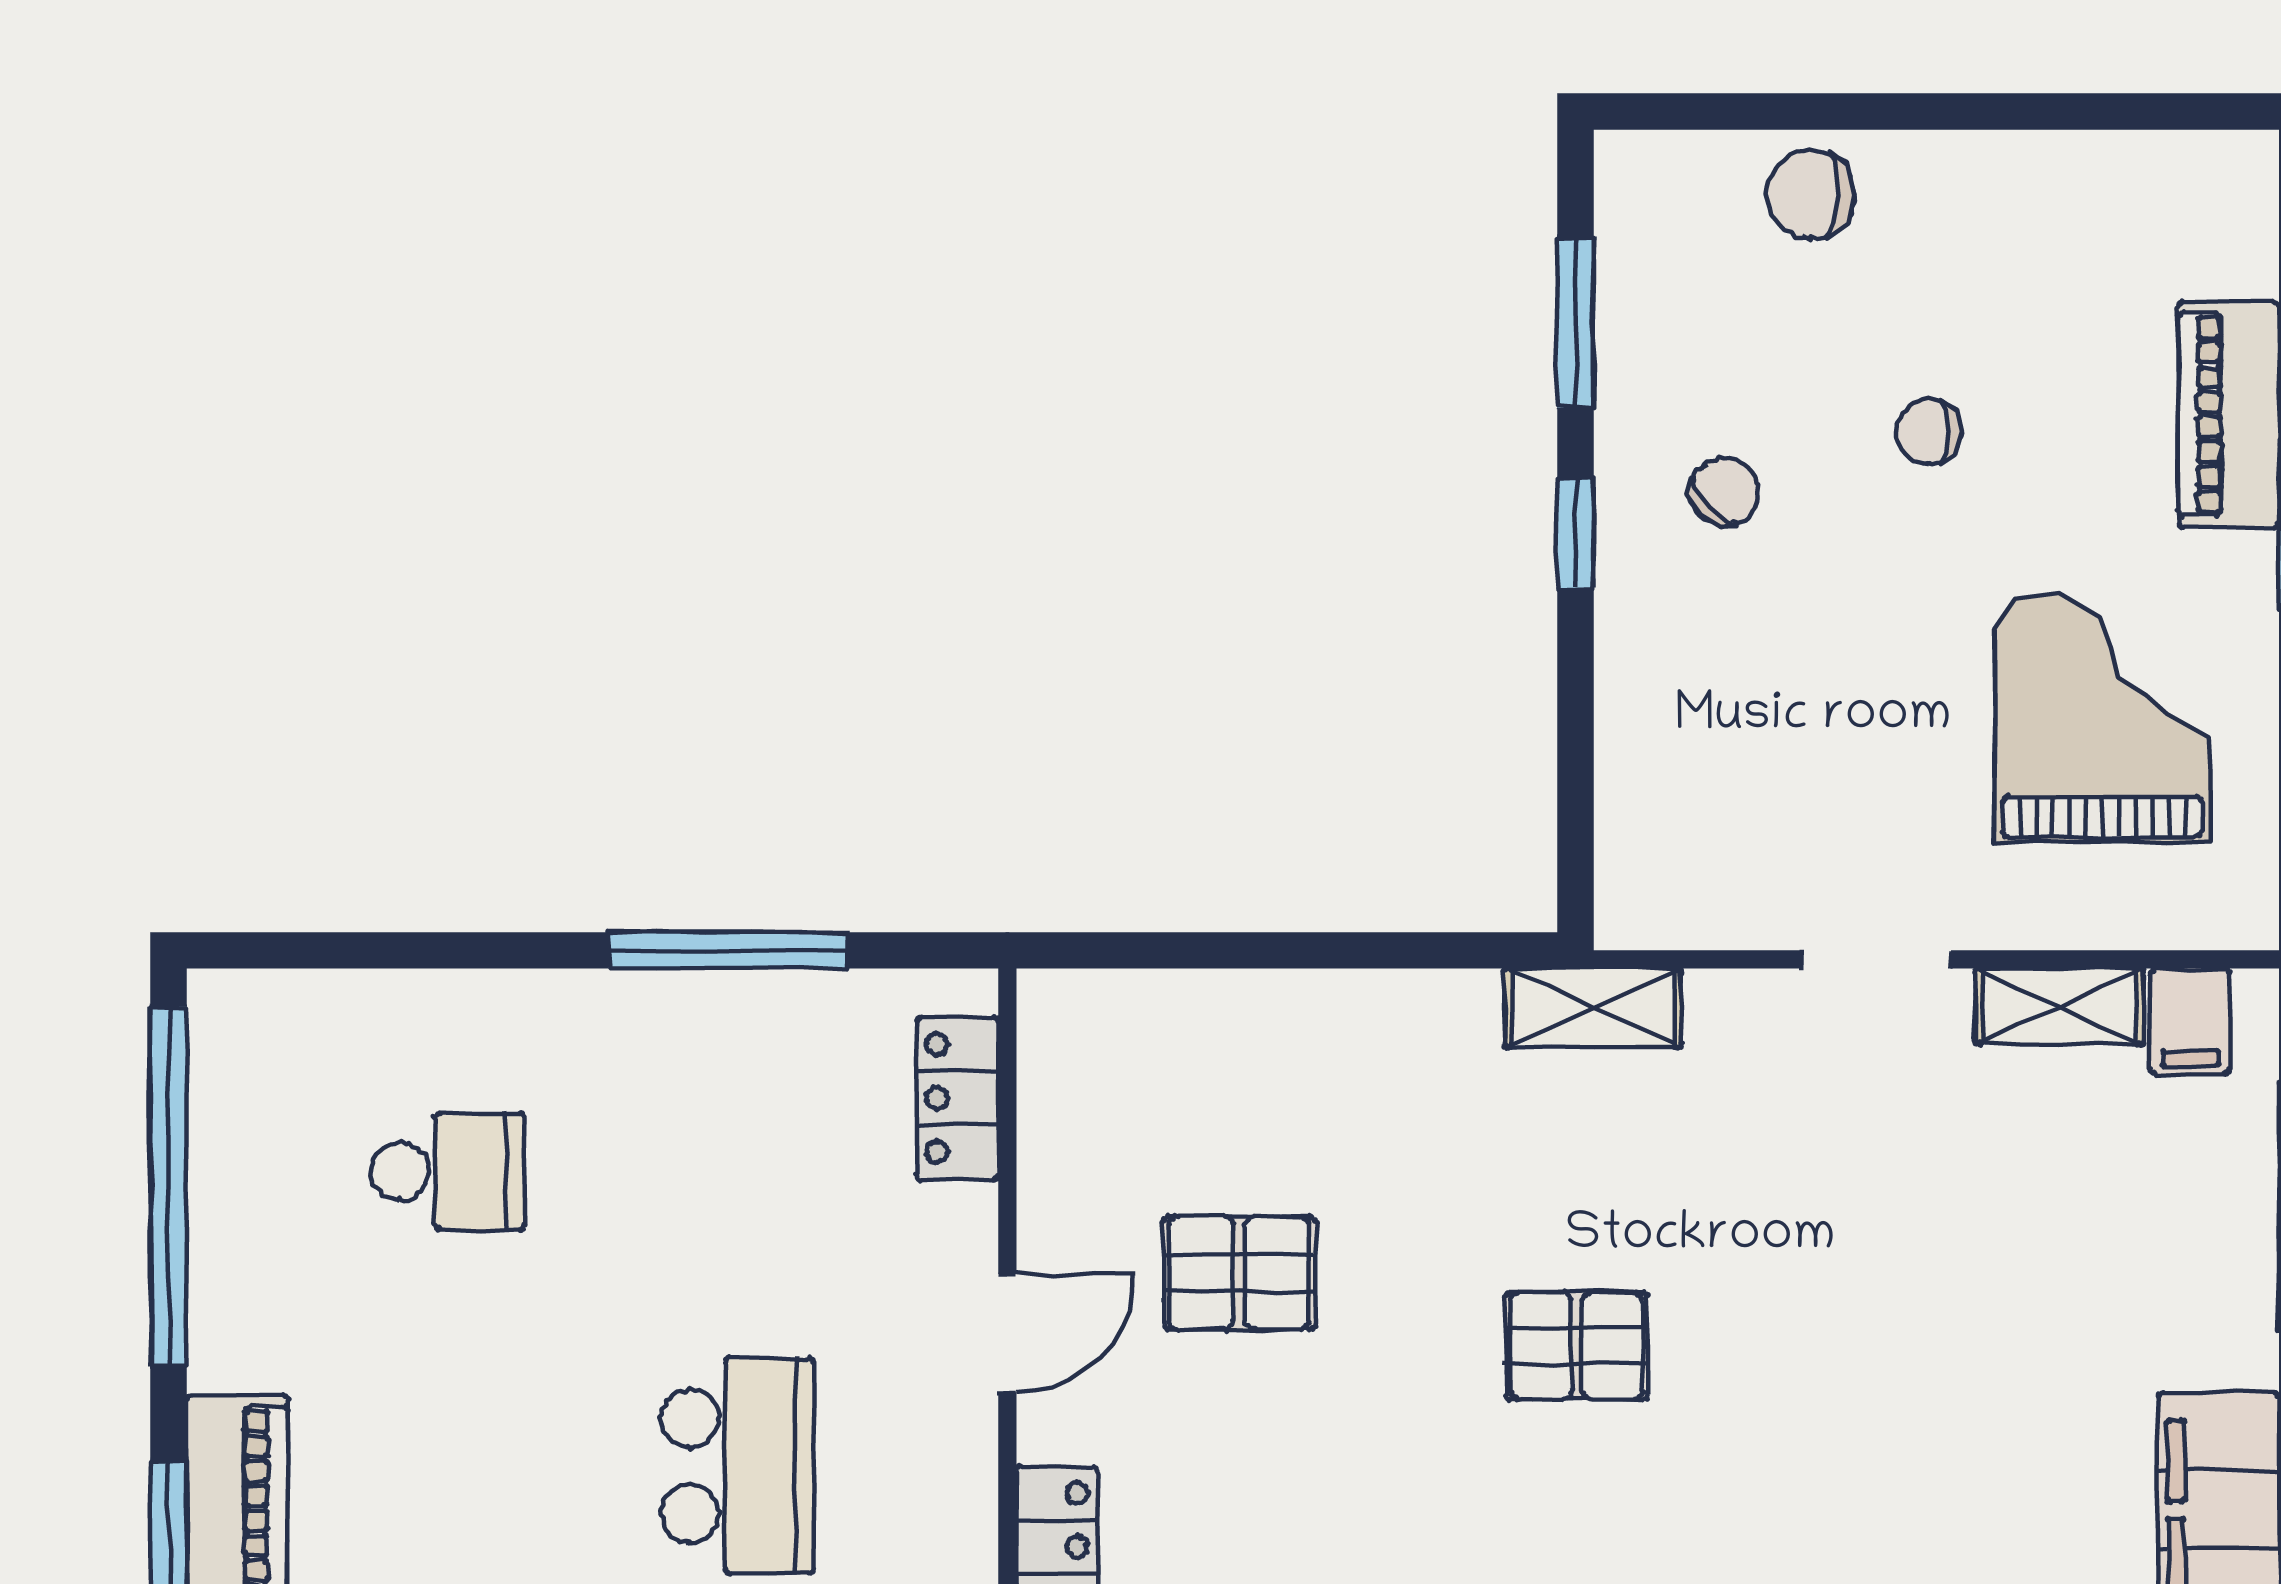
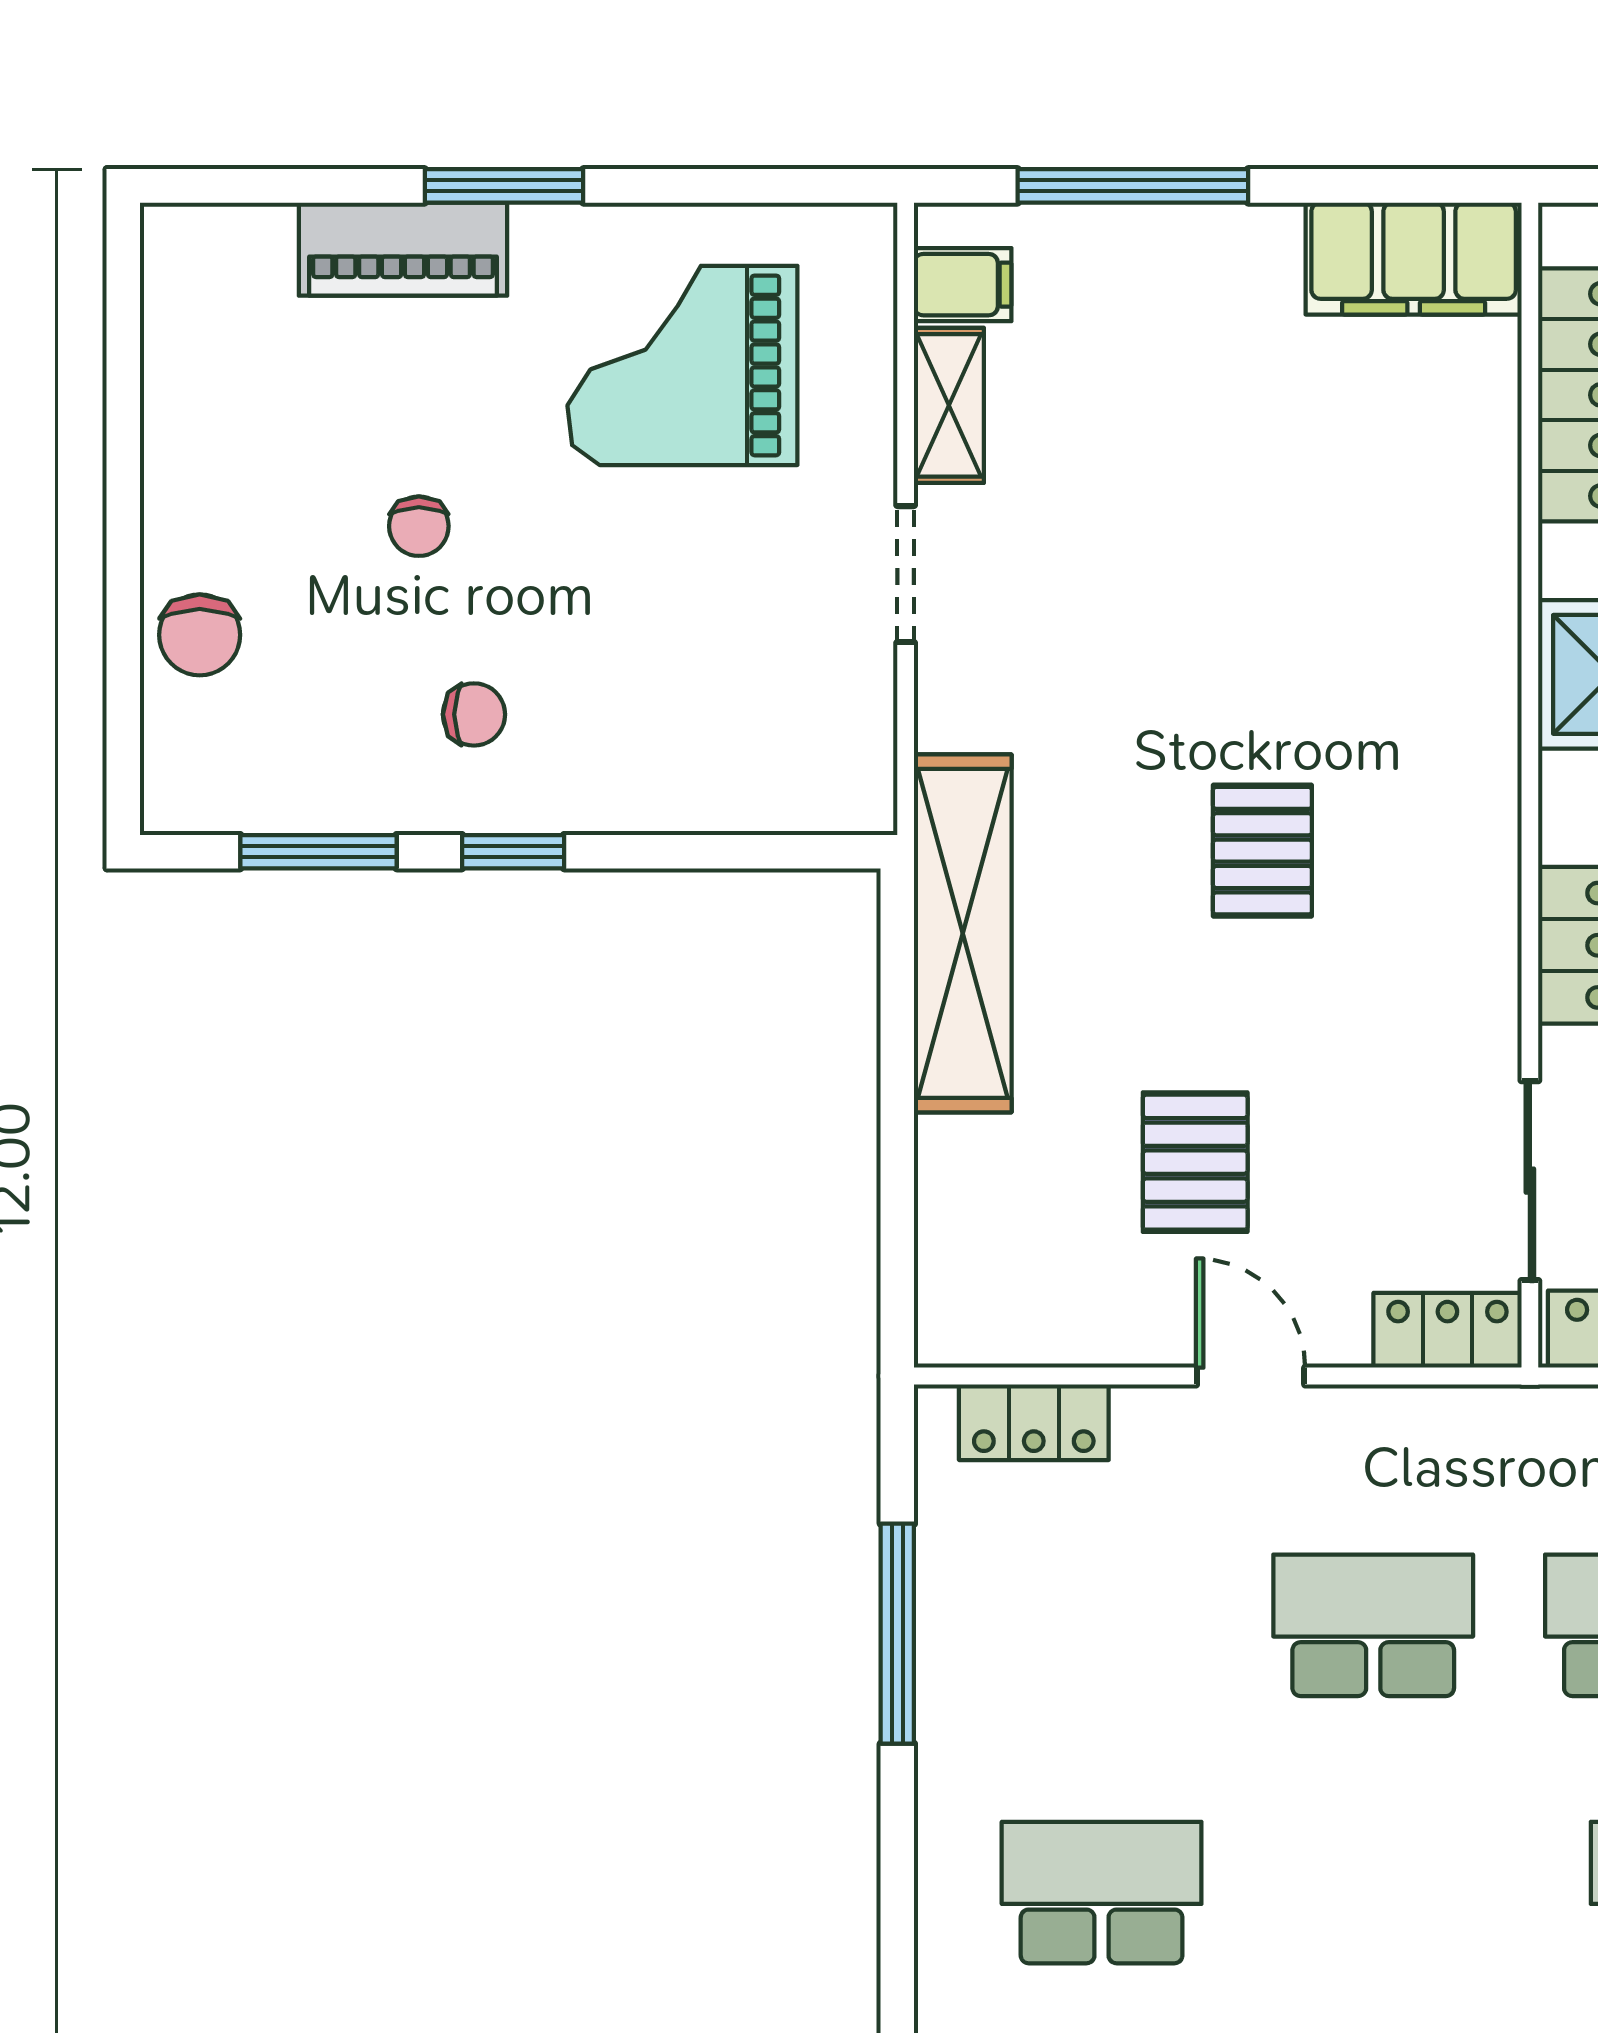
chair: (1724, 492) -> (474, 714), turned 134
shelving: (1593, 1008) -> (963, 933), width x2.20, depth x1.33
school desk: (448, 1172) -> (1102, 1893), width x1.85

